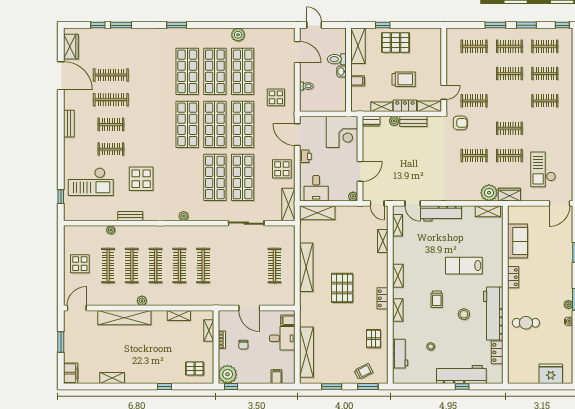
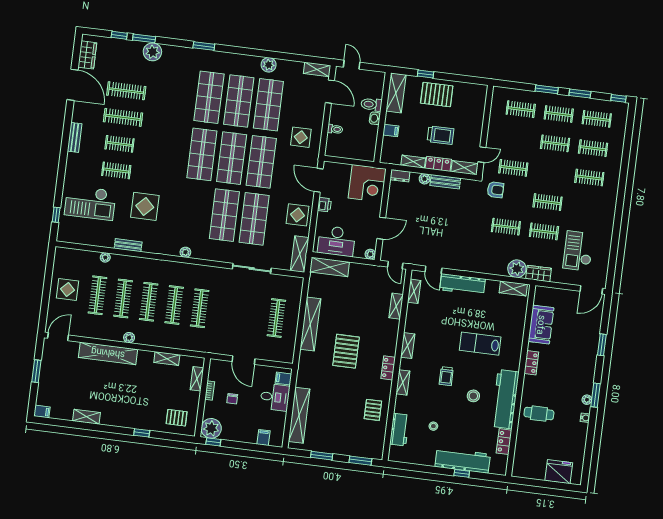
shelving: (283, 33) -> (317, 69), added
plant: (130, 36) -> (152, 52), added
desk: (316, 188) -> (336, 241), width x1.37
trolley: (364, 371) -> (358, 444), removed
filing cabinet: (71, 373) -> (42, 411), width x0.50

